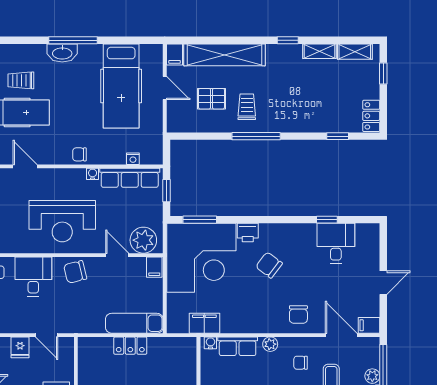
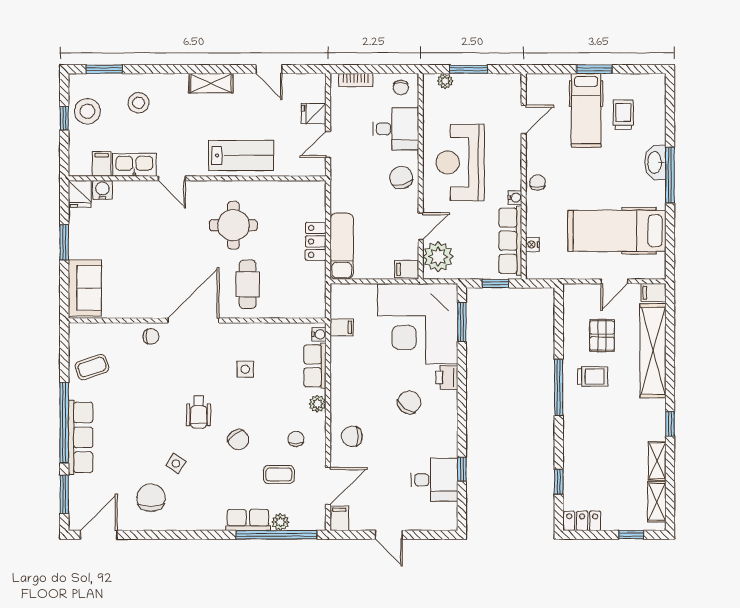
filing cabinet: (204, 323) -> (342, 327), width x0.50

